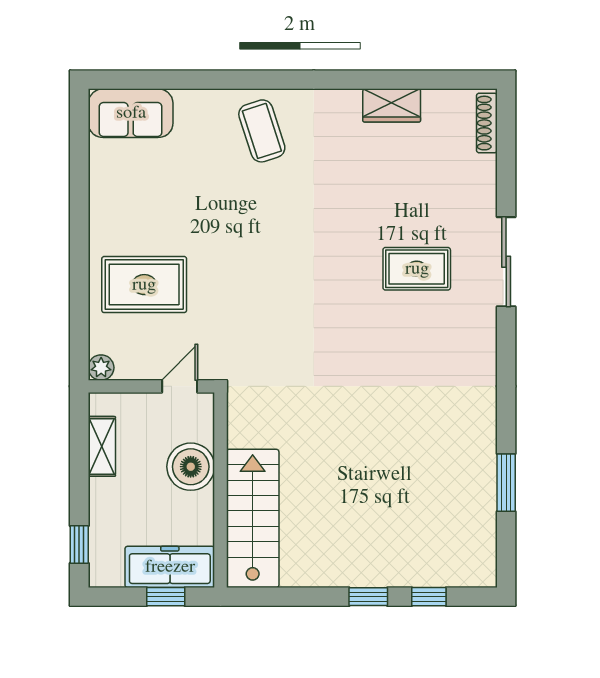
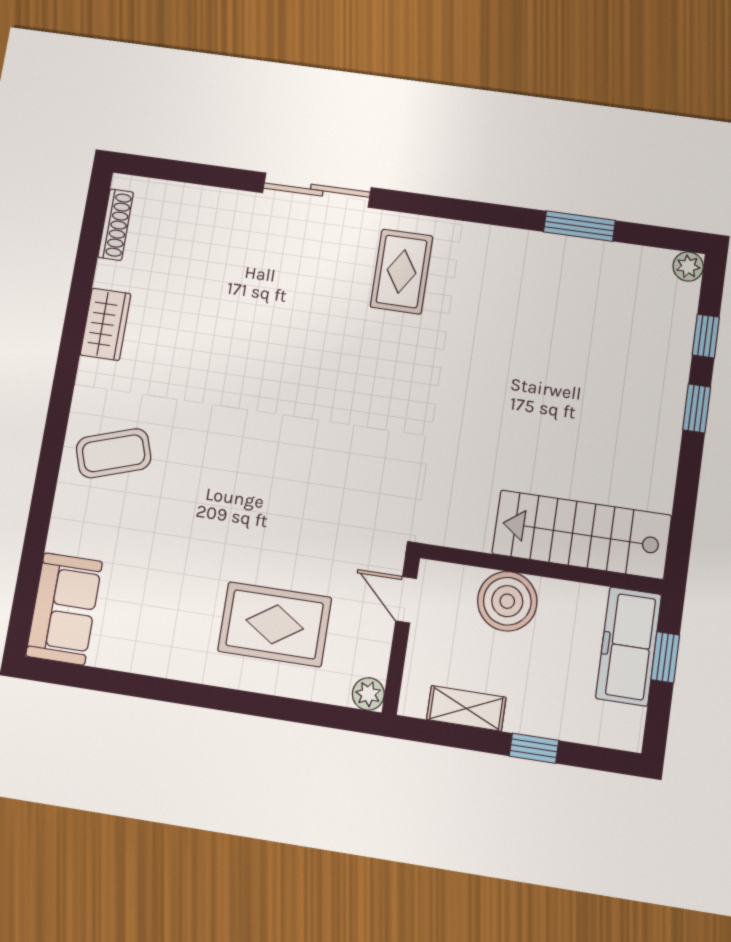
wardrobe: (392, 105) -> (106, 324), moved
shoe rack: (487, 123) -> (116, 225), moved, turned -90
rug: (417, 269) -> (402, 271), moved
rug: (144, 285) -> (275, 624), turned 90
window: (79, 544) -> (534, 748), moved
plant: (485, 575) -> (688, 266), added

